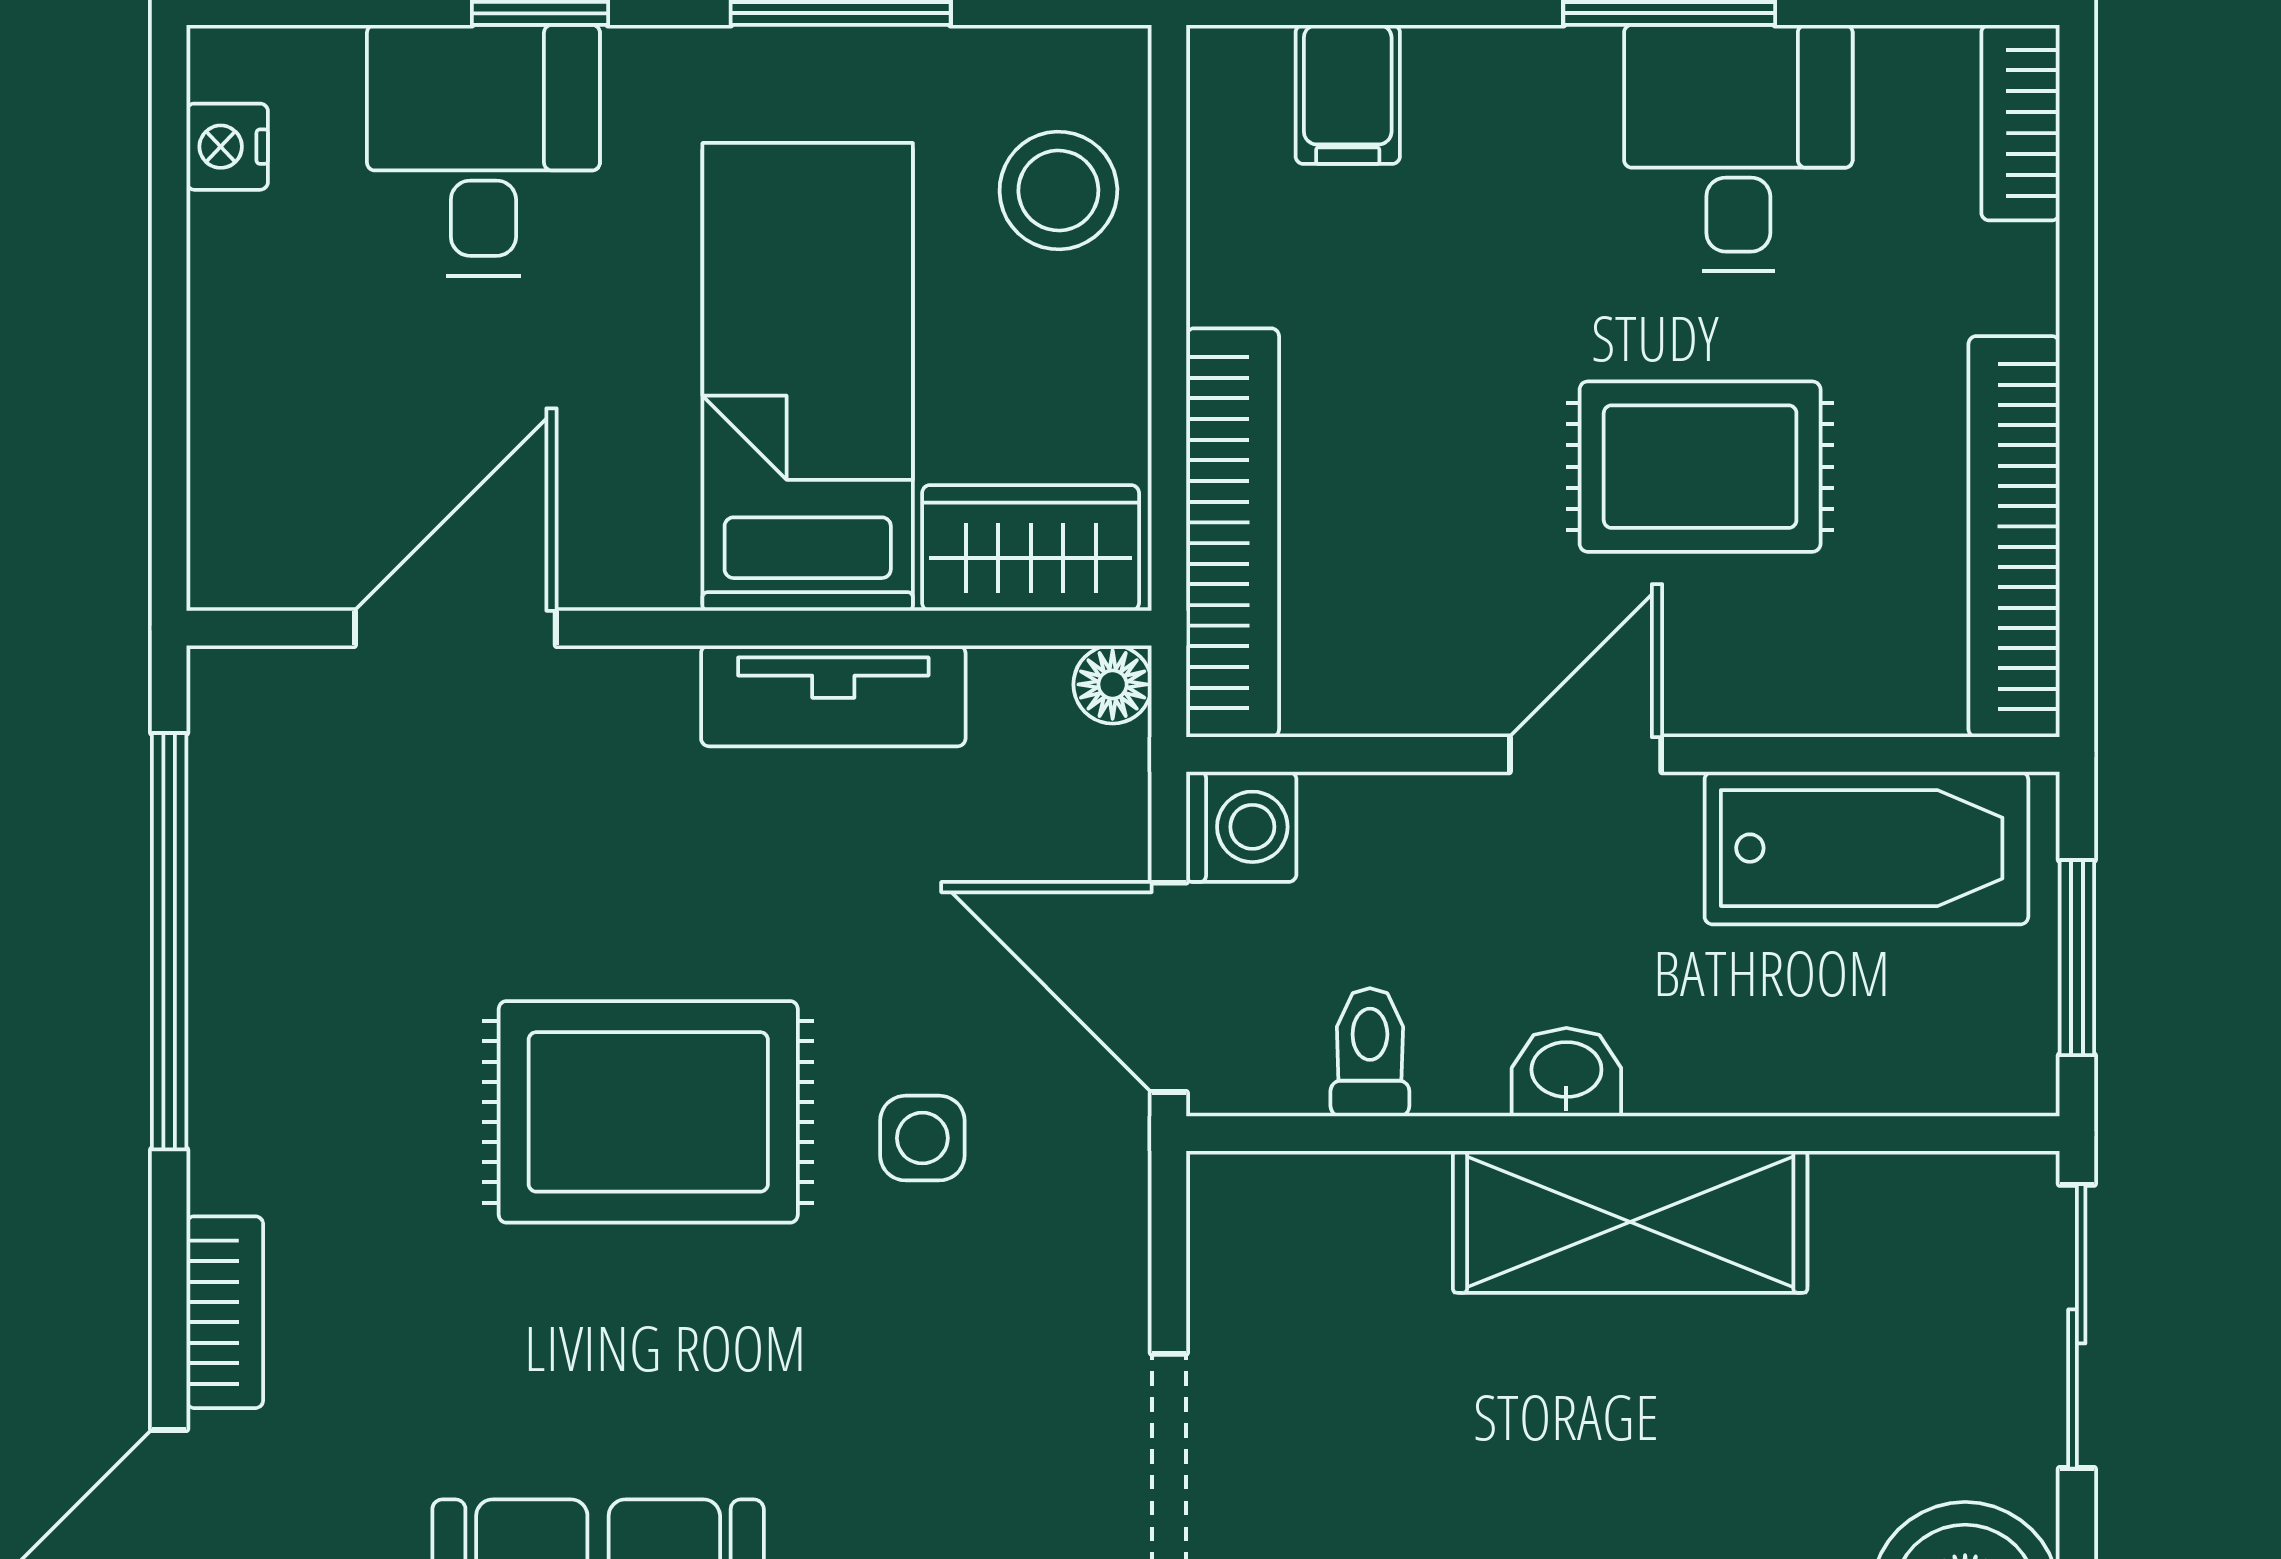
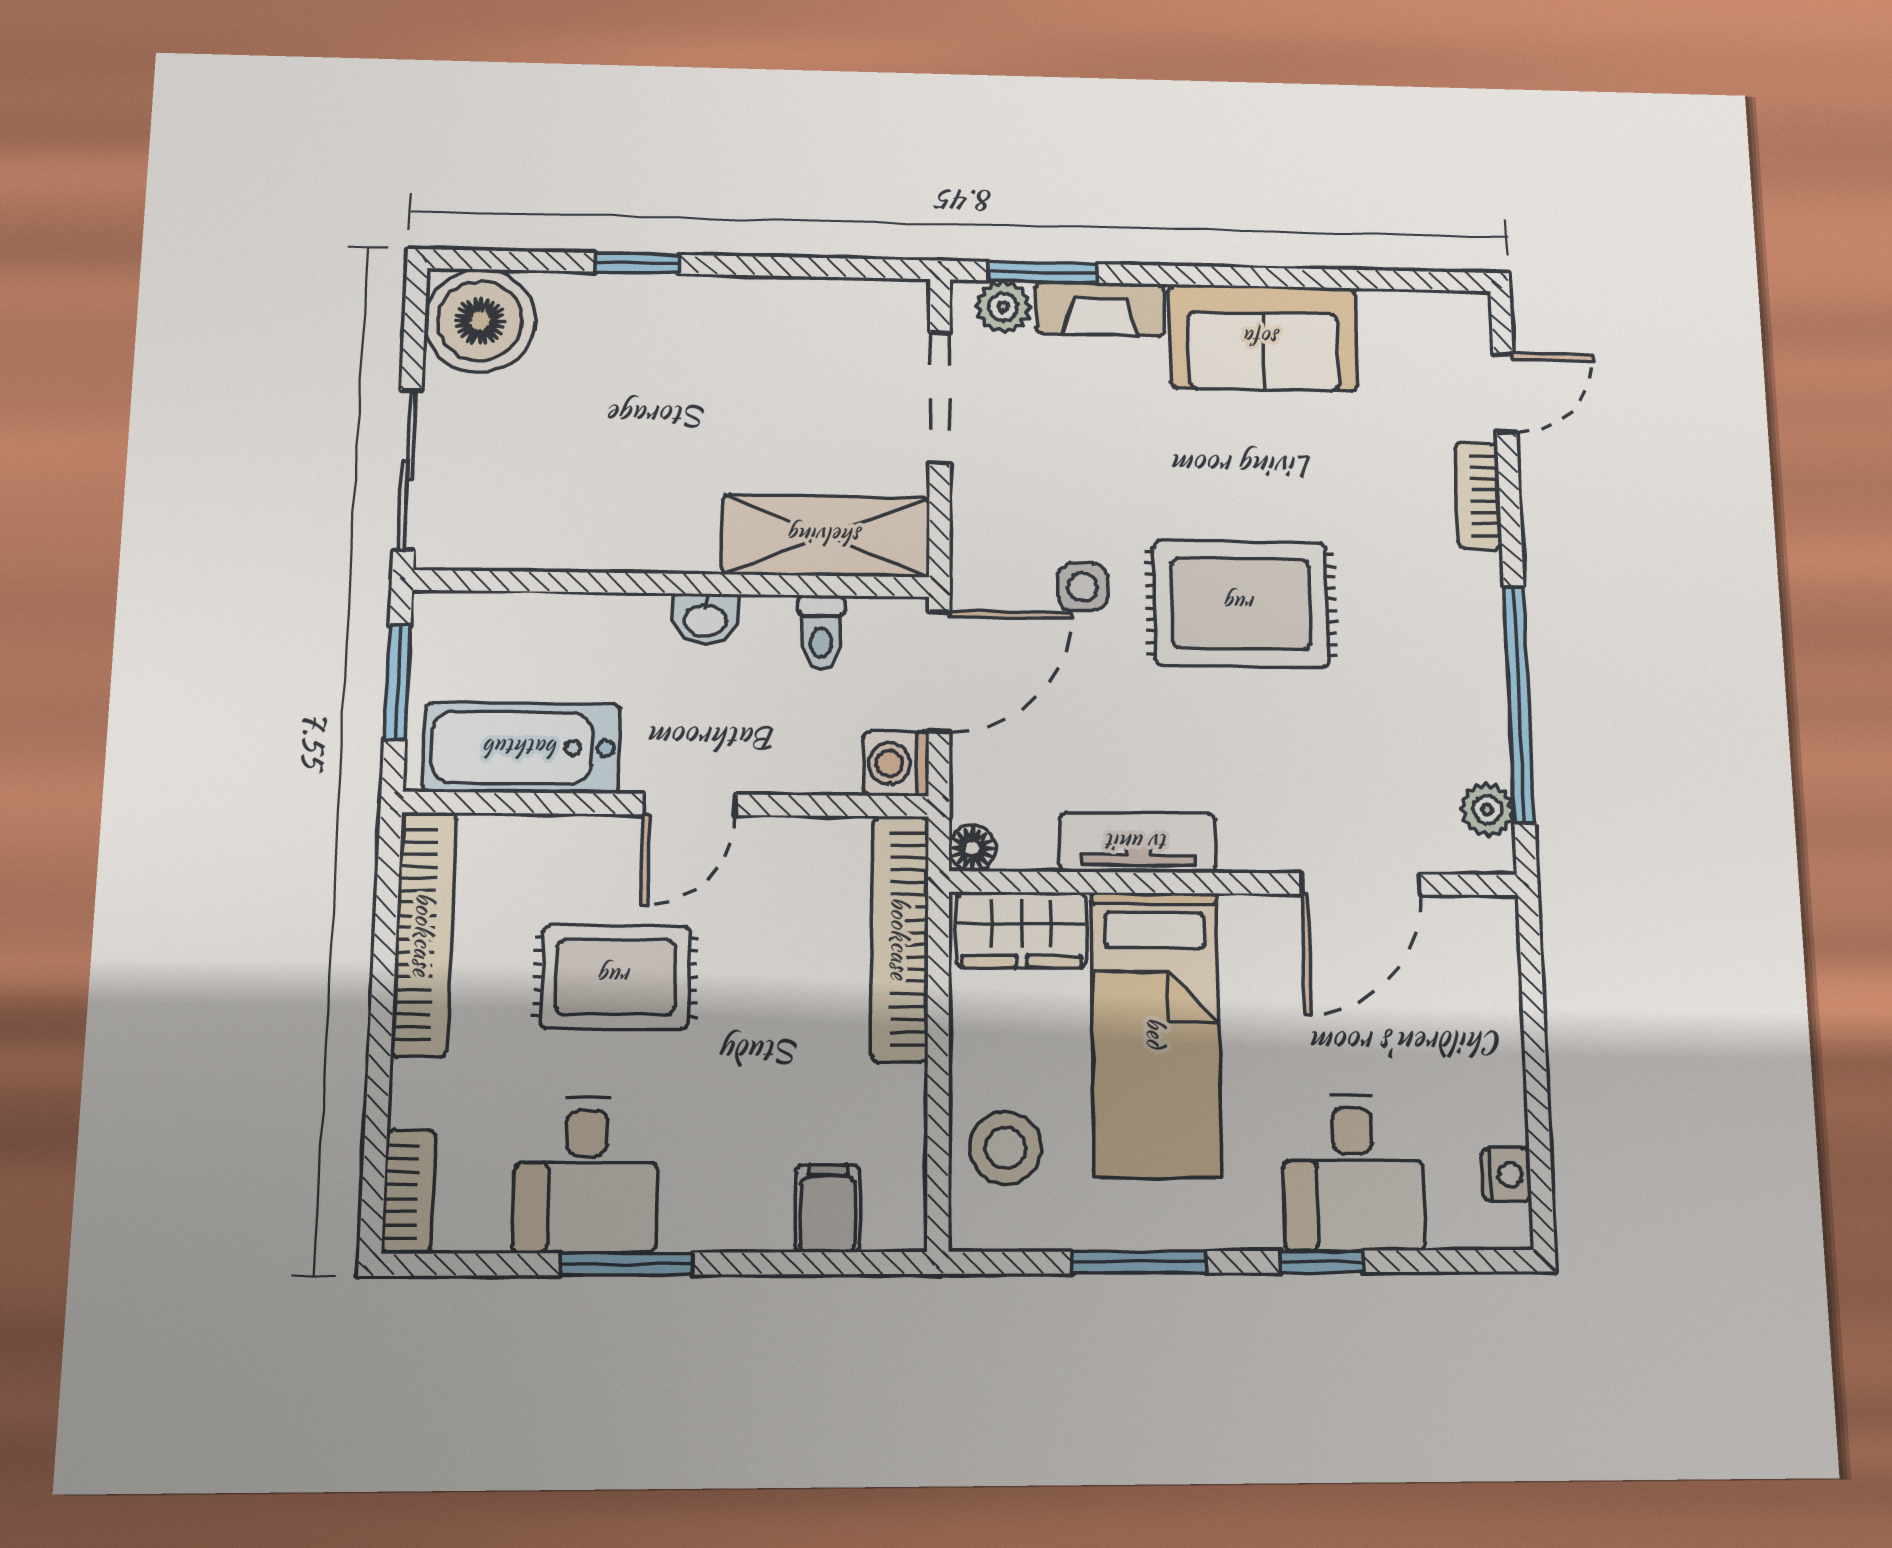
plant: (233, 757) -> (1487, 810), added
door: (1169, 987) -> (939, 671), hinge flipped
shelving: (1630, 1222) -> (826, 536), moved

